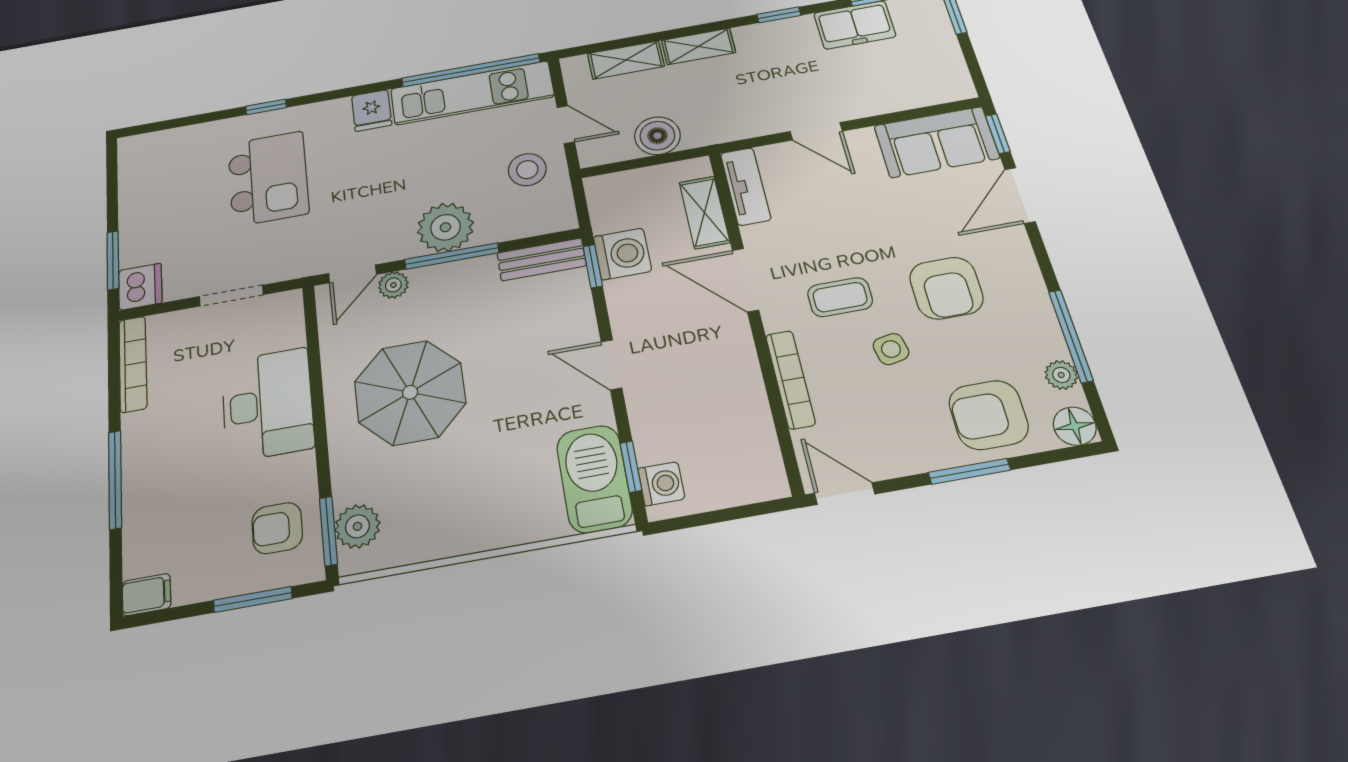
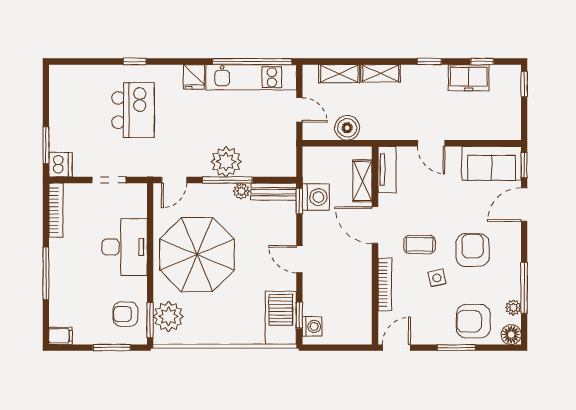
stool: (527, 170) -> (274, 135), removed
plant: (393, 285) -> (241, 191), moved
armchair: (946, 288) -> (473, 250), turned 180
parasol: (410, 392) -> (197, 255), width x1.36, depth x1.36
door: (845, 494) -> (396, 348), hinge flipped
plant: (357, 526) -> (168, 316), width x1.36, depth x1.36

